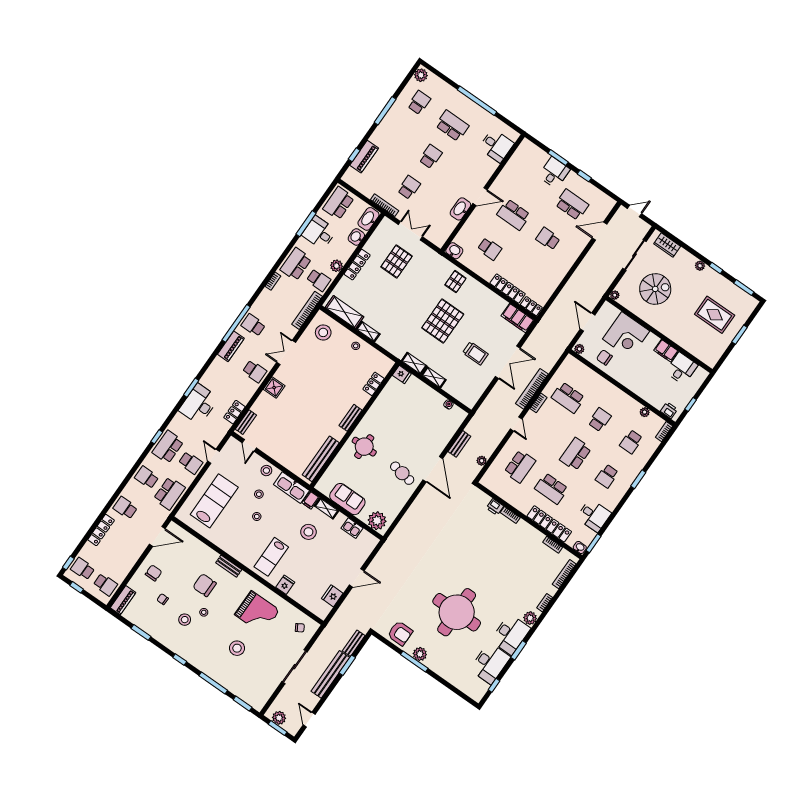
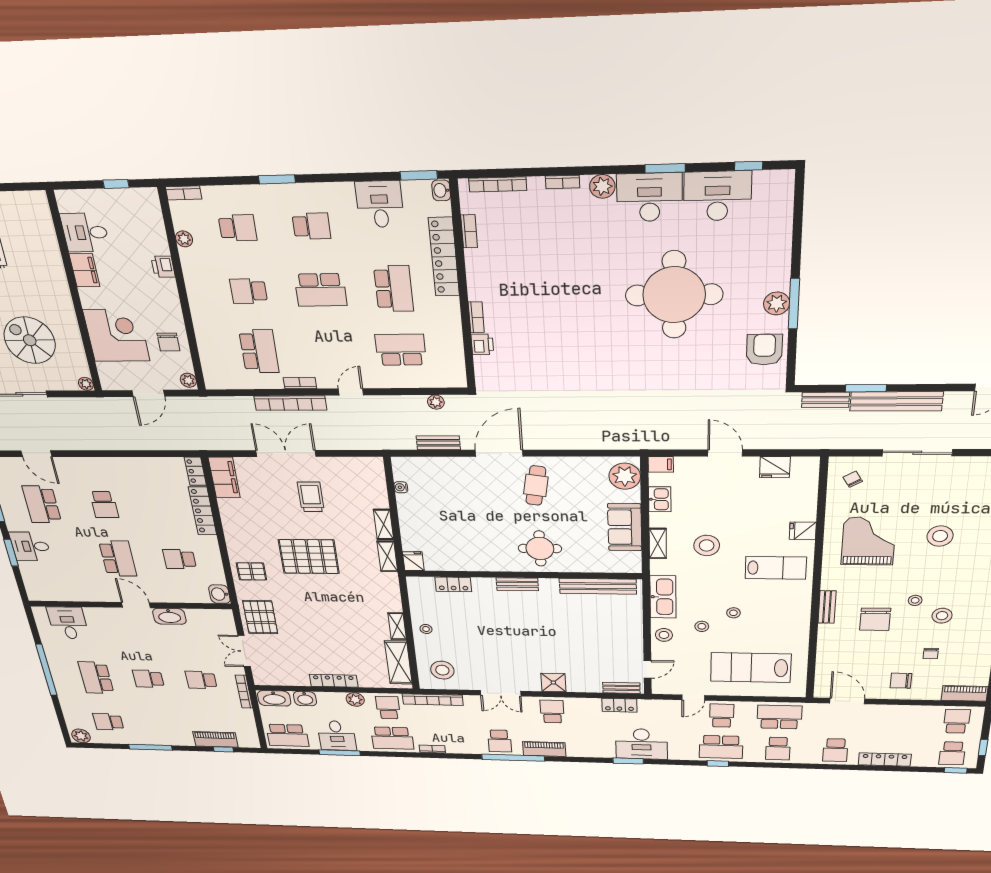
school desk: (490, 249) -> (179, 559), turned -90
pallet: (397, 261) -> (260, 617), moved, turned 90
printer: (669, 410) -> (163, 267), moved
filing cabinet: (311, 500) -> (661, 464), moved

